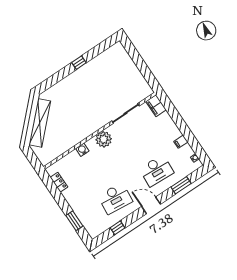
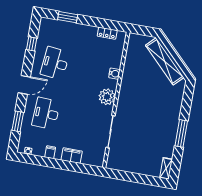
shelving: (114, 50) -> (166, 168), added
window: (79, 63) -> (181, 133), width x2.17
filing cabinet: (156, 106) -> (72, 156), moved

